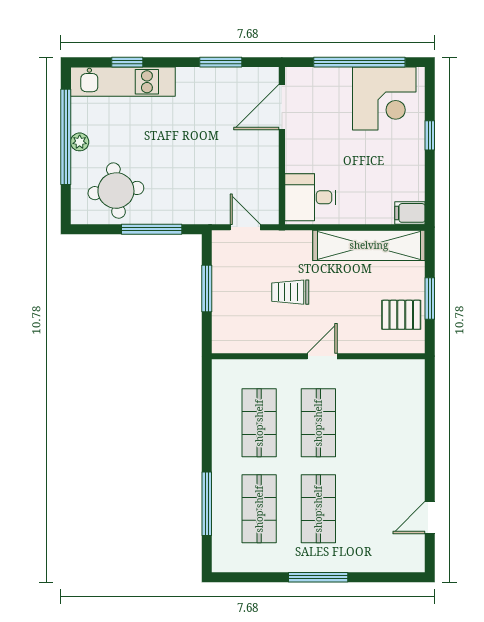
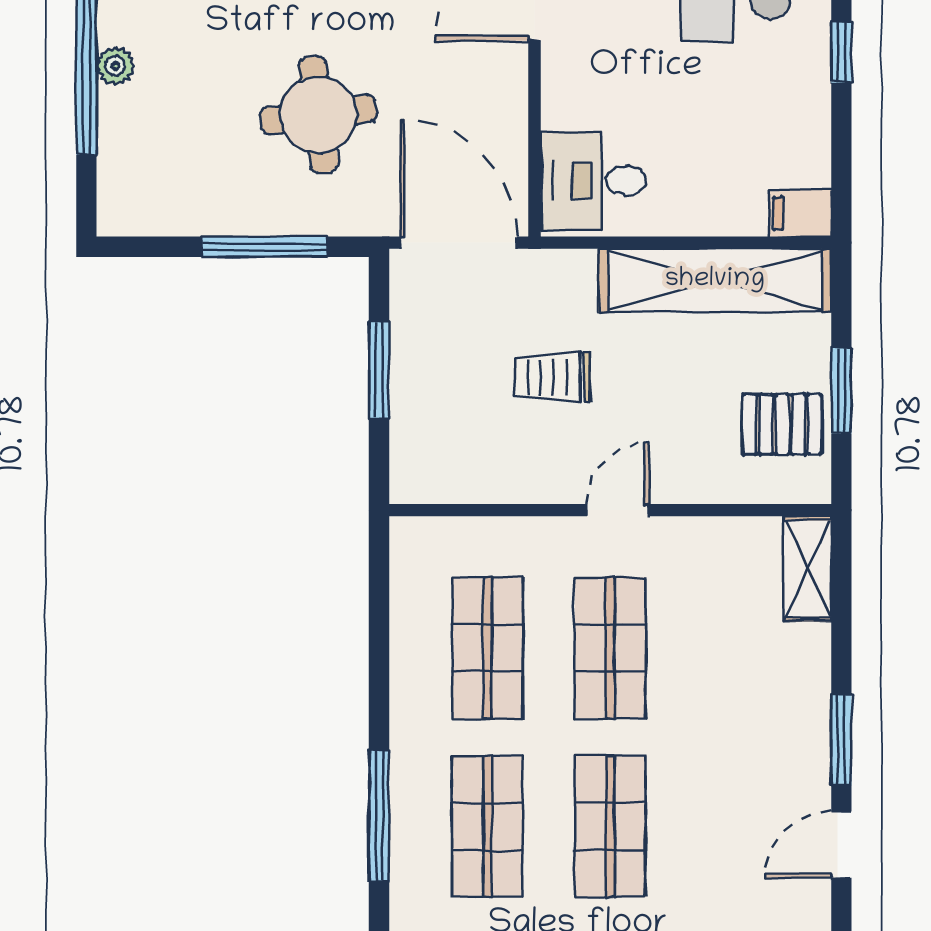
round table: (116, 191) -> (318, 115), moved
door: (245, 227) -> (459, 243), width x1.88
shelving: (414, 384) -> (808, 569), added
window: (430, 467) -> (841, 740), added

